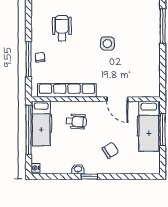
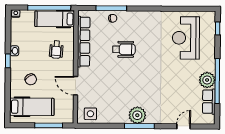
wheelchair: (62, 28) -> (124, 49), moved
plant: (150, 29) -> (137, 115), added
side table: (107, 44) -> (90, 114), moved
door: (117, 99) -> (76, 86), hinge flipped
hospital bed: (149, 126) -> (32, 107), moved, turned 180

